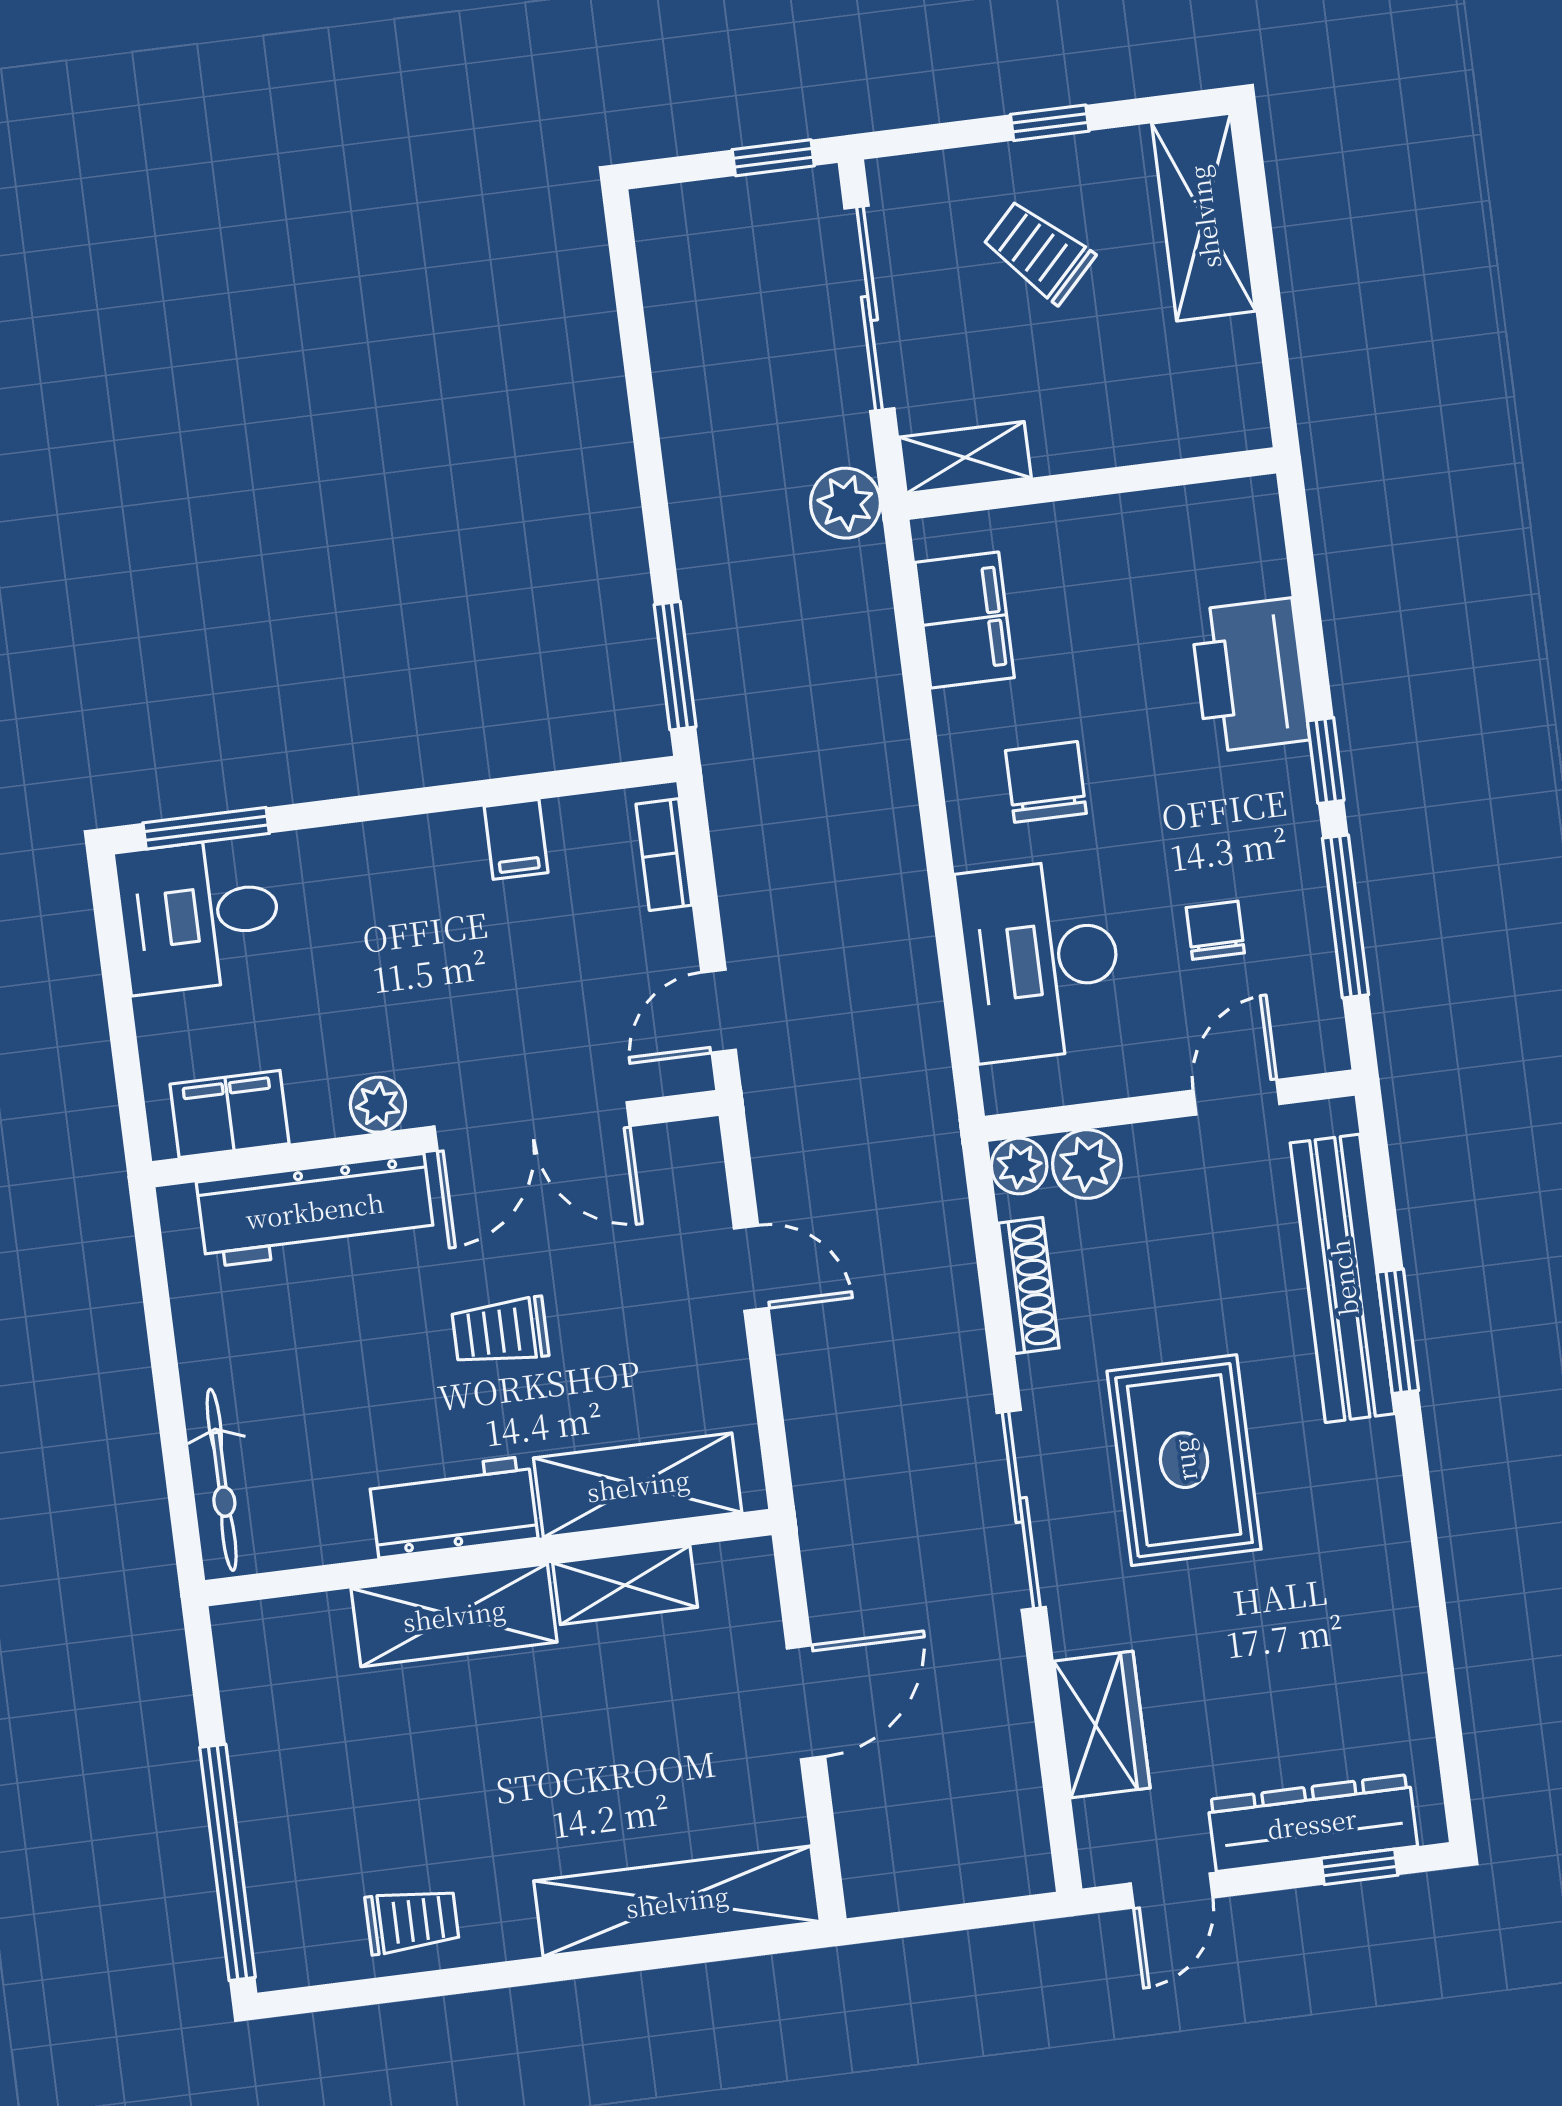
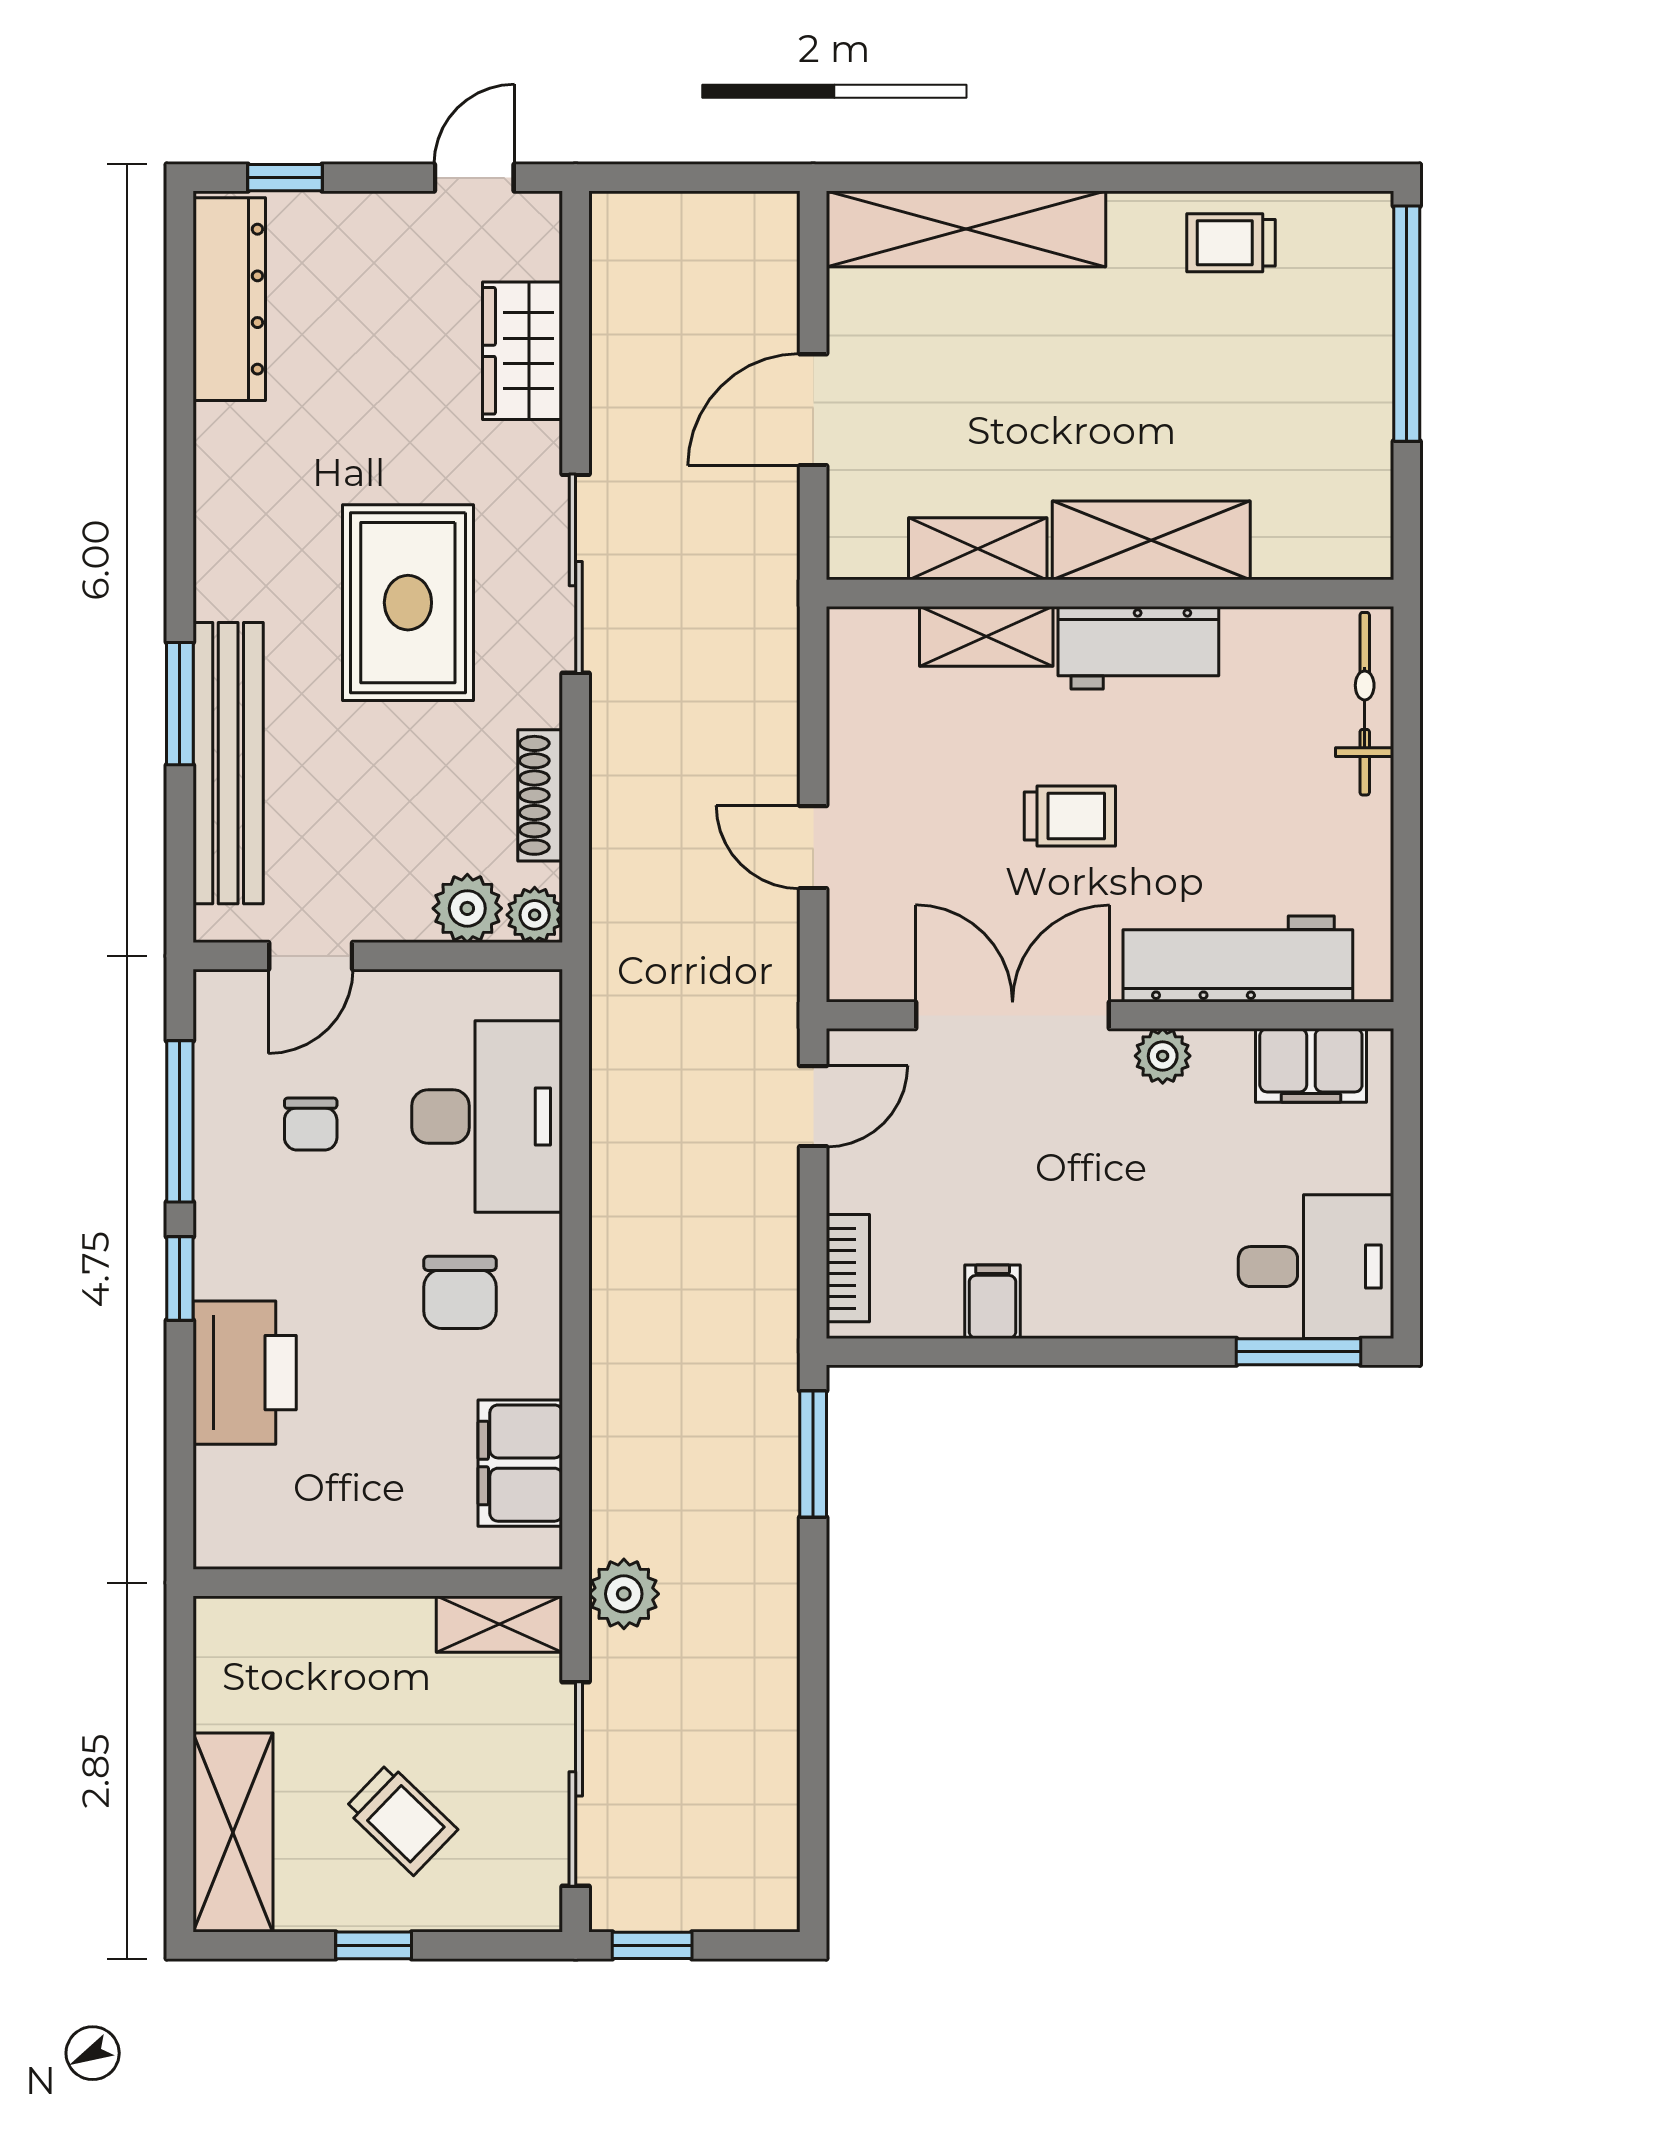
shelving: (638, 1485) -> (986, 636), width x0.67, depth x0.75
dresser: (1312, 1823) -> (229, 299), moved, turned -90

